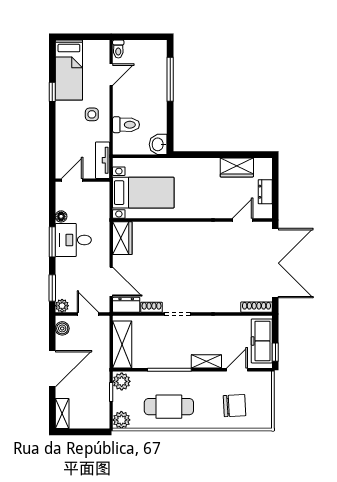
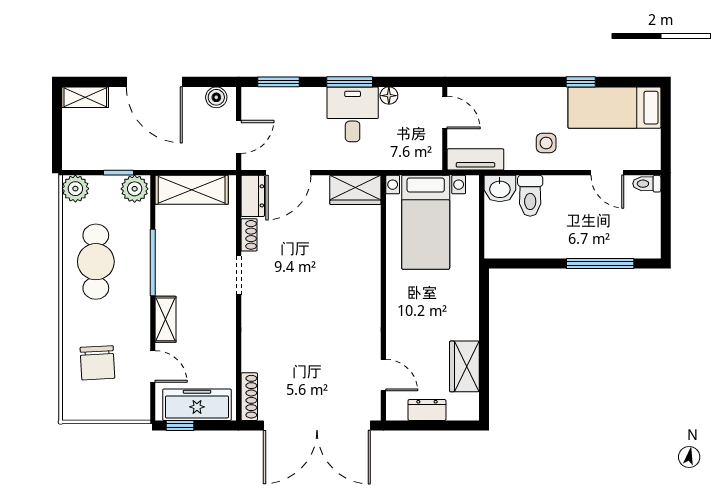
washbasin: (158, 144) -> (500, 189), moved, turned 180
plant: (62, 306) -> (251, 97), removed

